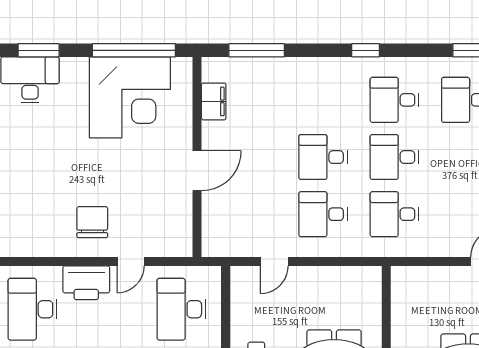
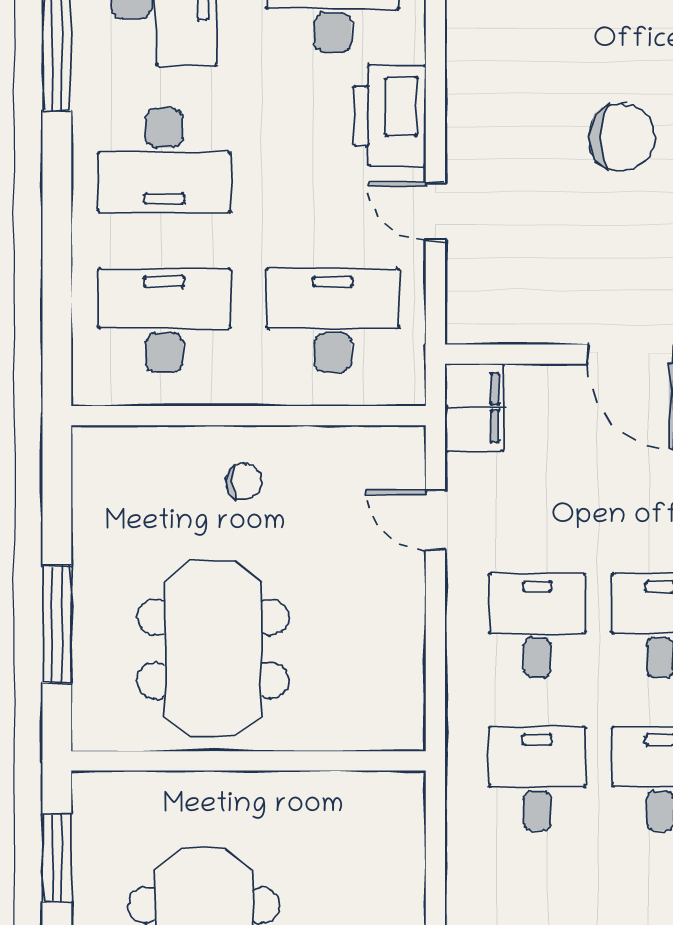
chair: (92, 222) -> (622, 137), moved
filing cabinet: (222, 243) -> (474, 408), added

